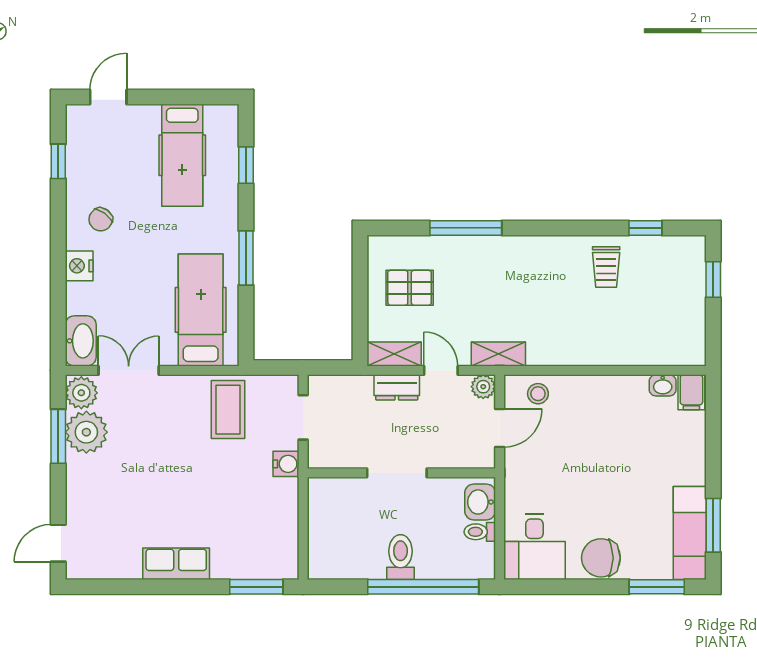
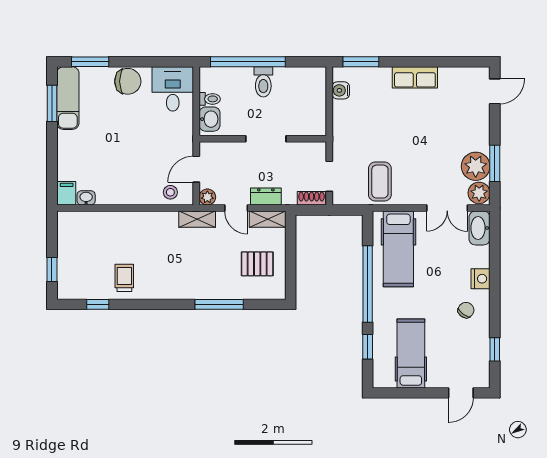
window: (246, 258) -> (368, 284), width x2.11
shoe rack: (329, 385) -> (312, 198), added
water cooler: (286, 464) -> (341, 90), moved

